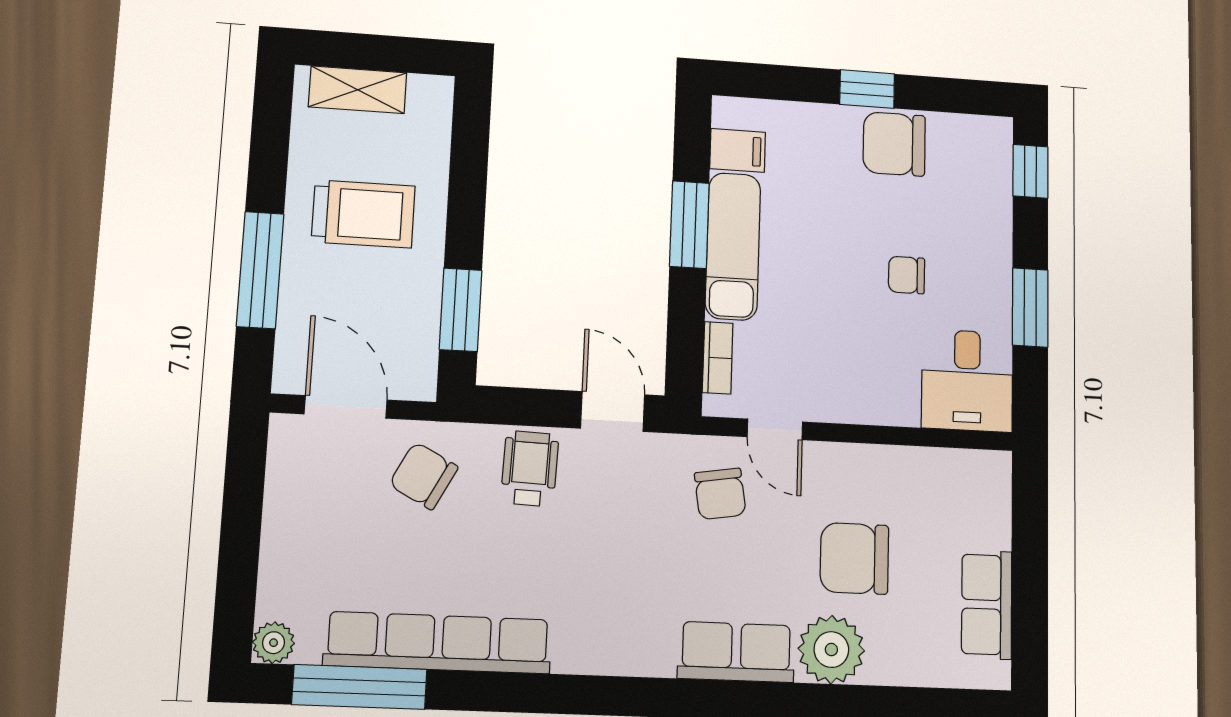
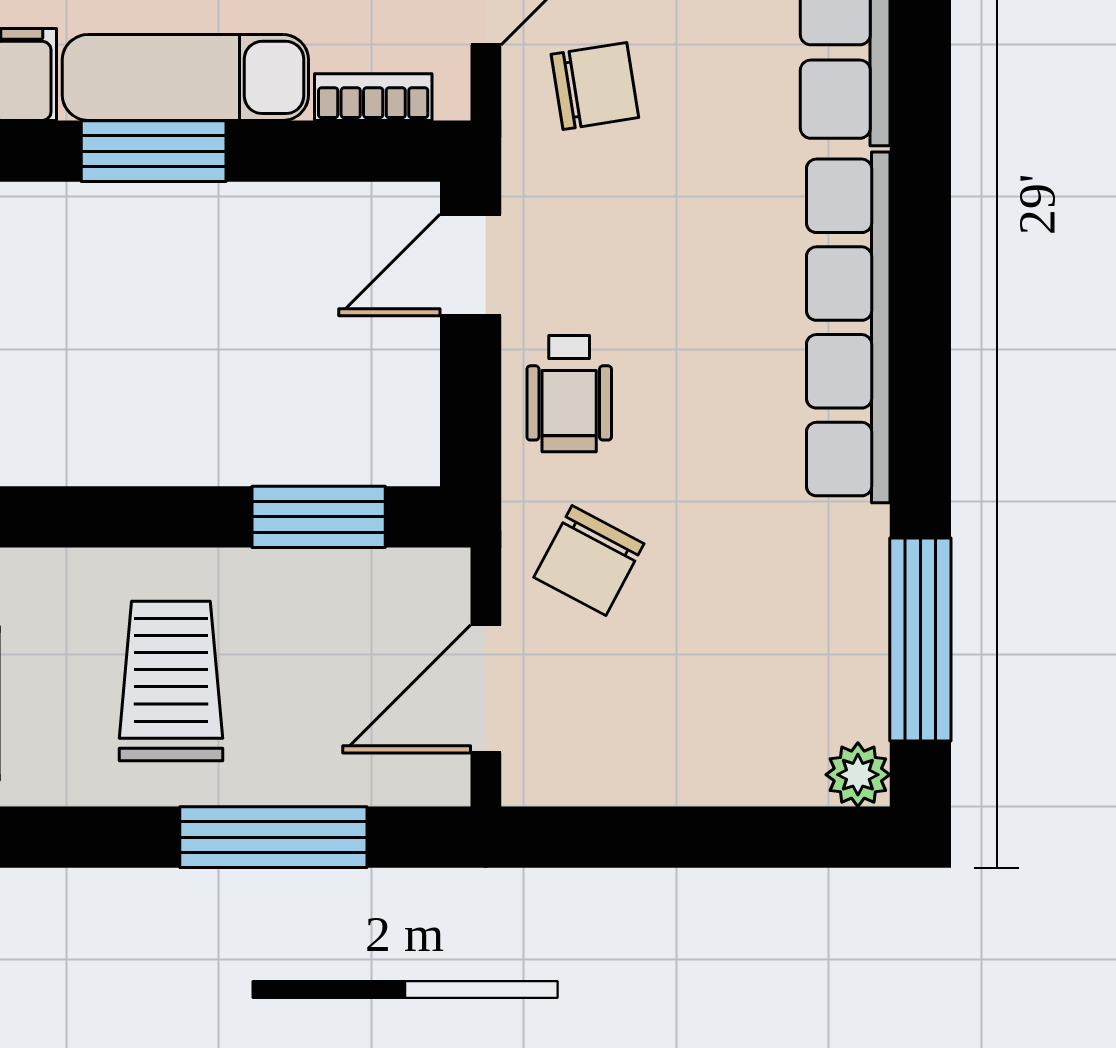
wheelchair: (530, 469) -> (569, 394), turned -92
row of seats: (438, 643) -> (848, 327), moved

